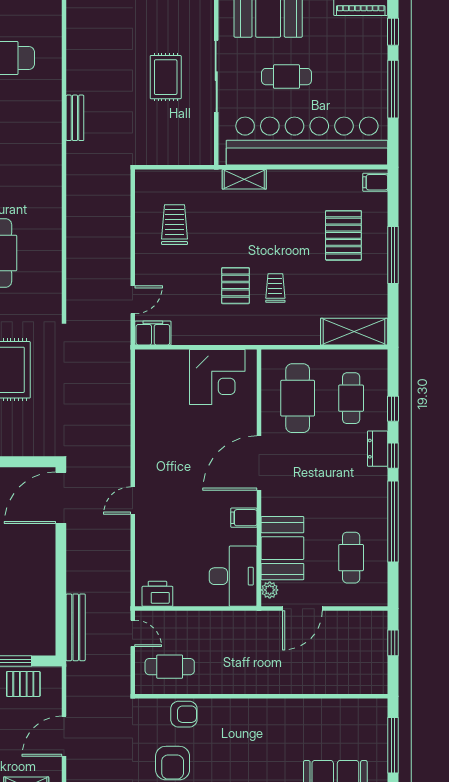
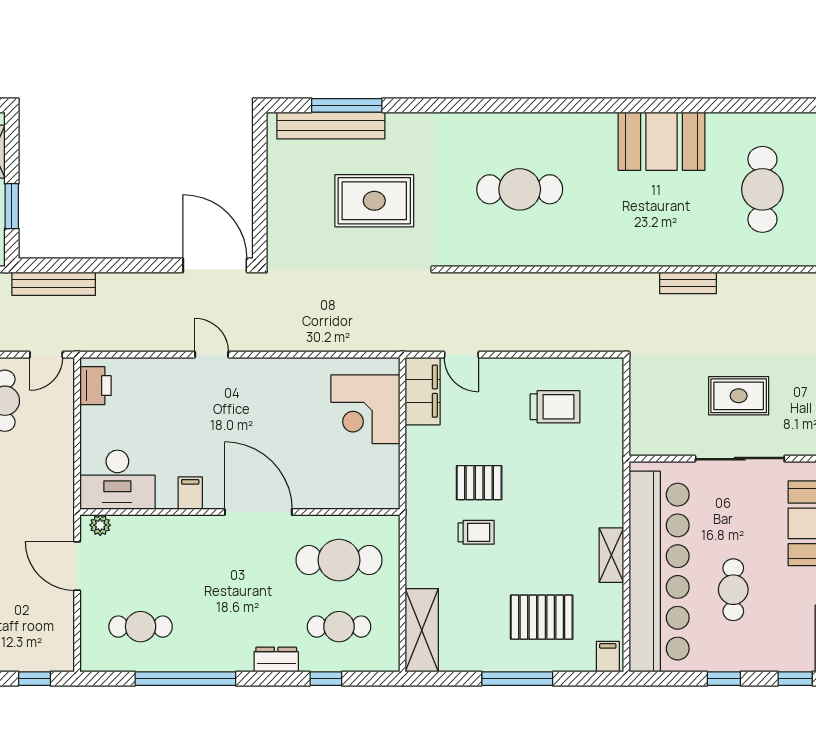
cafe table: (286, 77) -> (733, 590), moved
window: (393, 89) -> (724, 679), width x0.46
shelving: (244, 179) -> (611, 555), moved
filing cabinet: (153, 333) -> (423, 391), width x1.50, depth x1.17
corner desk: (217, 377) -> (365, 409), moved
window: (393, 456) -> (267, 679), removed
booth: (282, 548) -> (152, 541), removed

